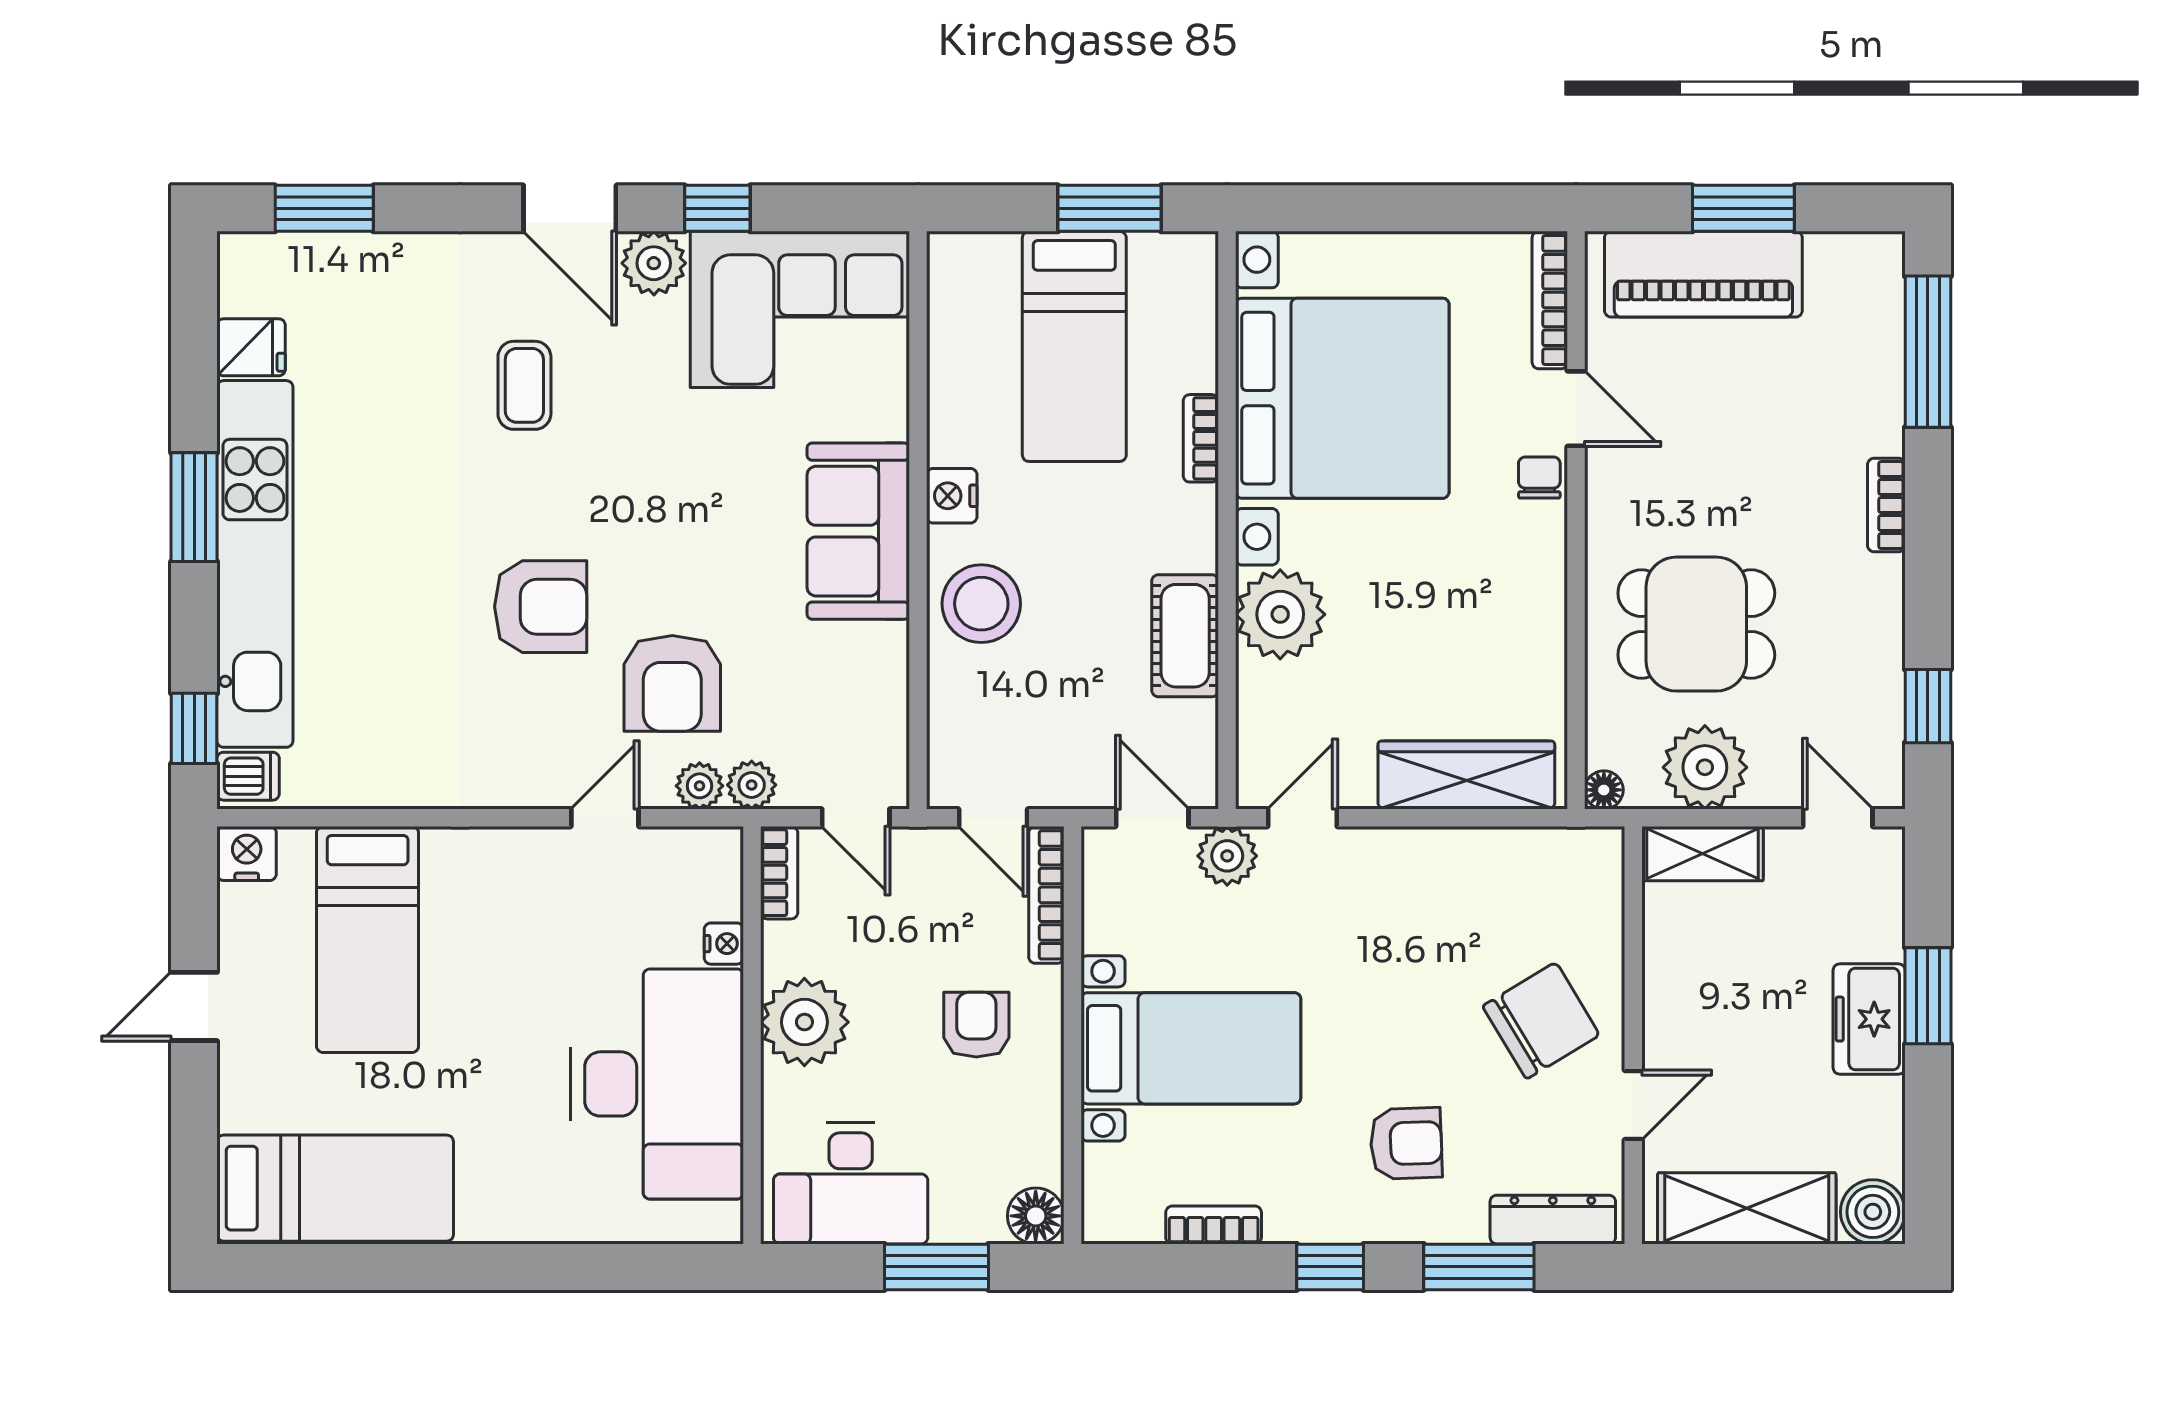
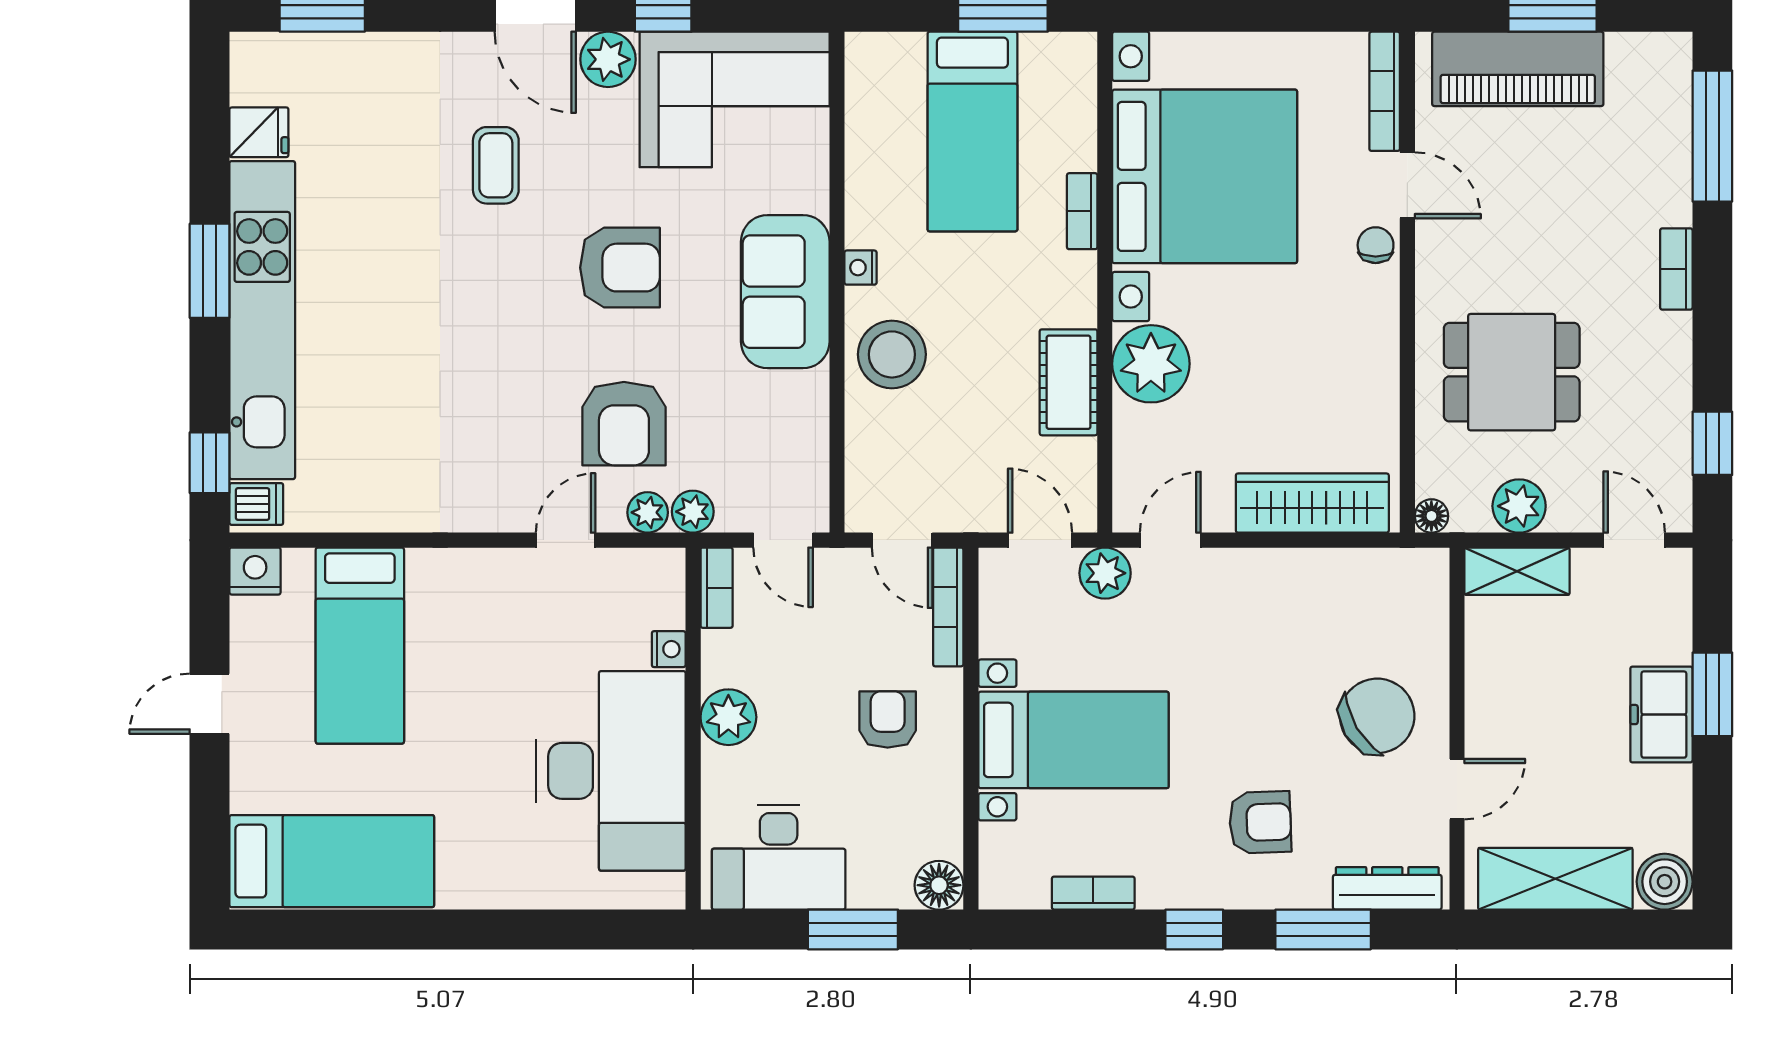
nightstand: (952, 496) -> (861, 268), width x0.72, depth x0.74
armchair: (541, 607) -> (620, 268), moved
plant: (1705, 767) -> (1519, 506), width x0.73, depth x0.73
plant: (804, 1022) -> (728, 717), width x0.73, depth x0.73

